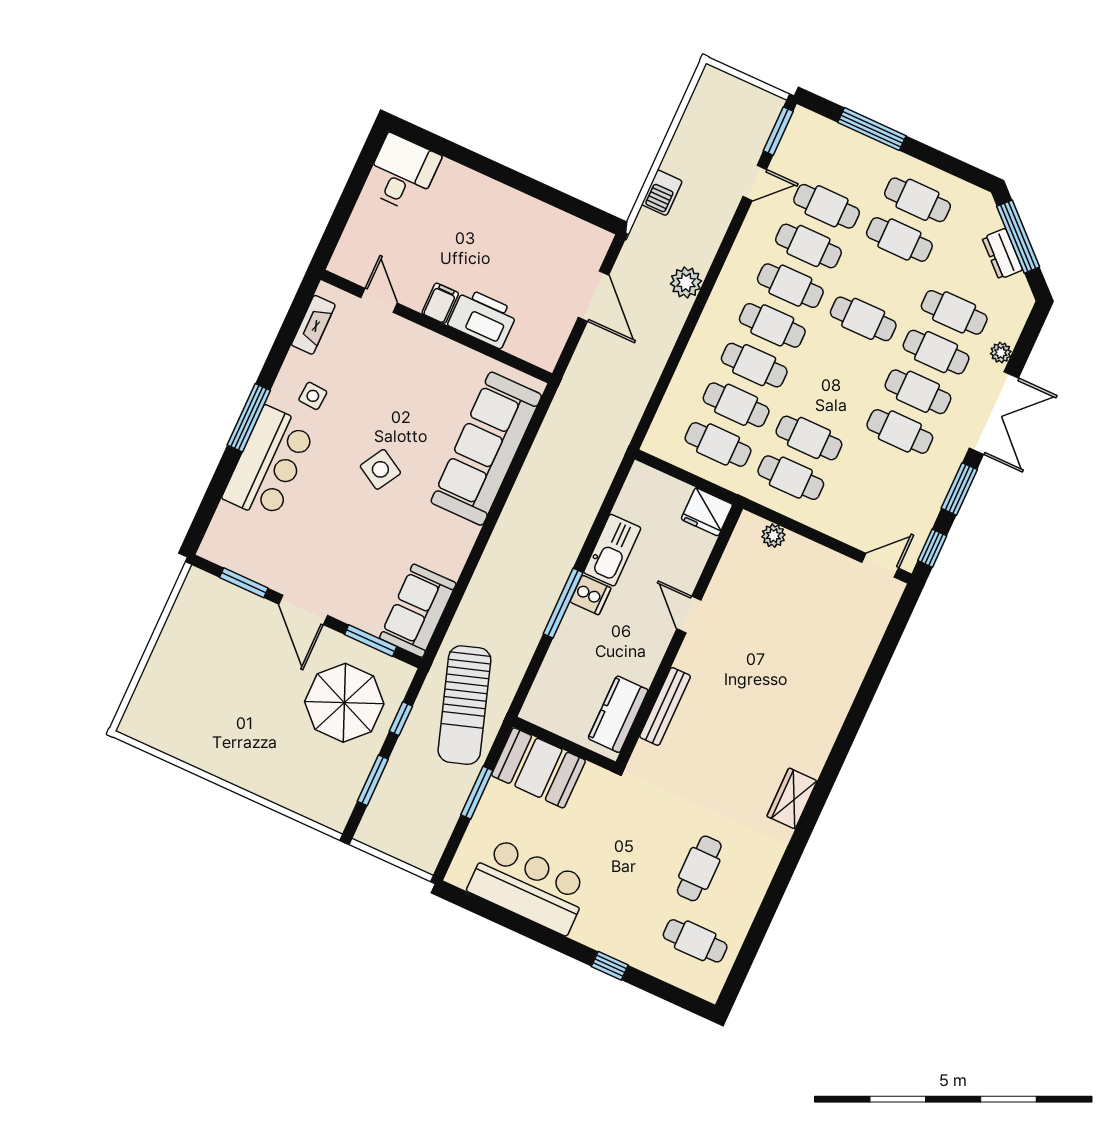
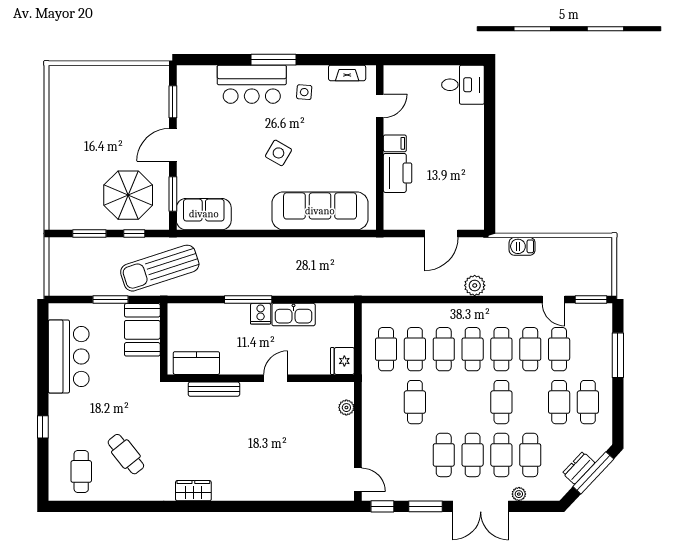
cafe table: (791, 478) -> (386, 402), removed
cafe table: (699, 868) -> (126, 454), turned 51

